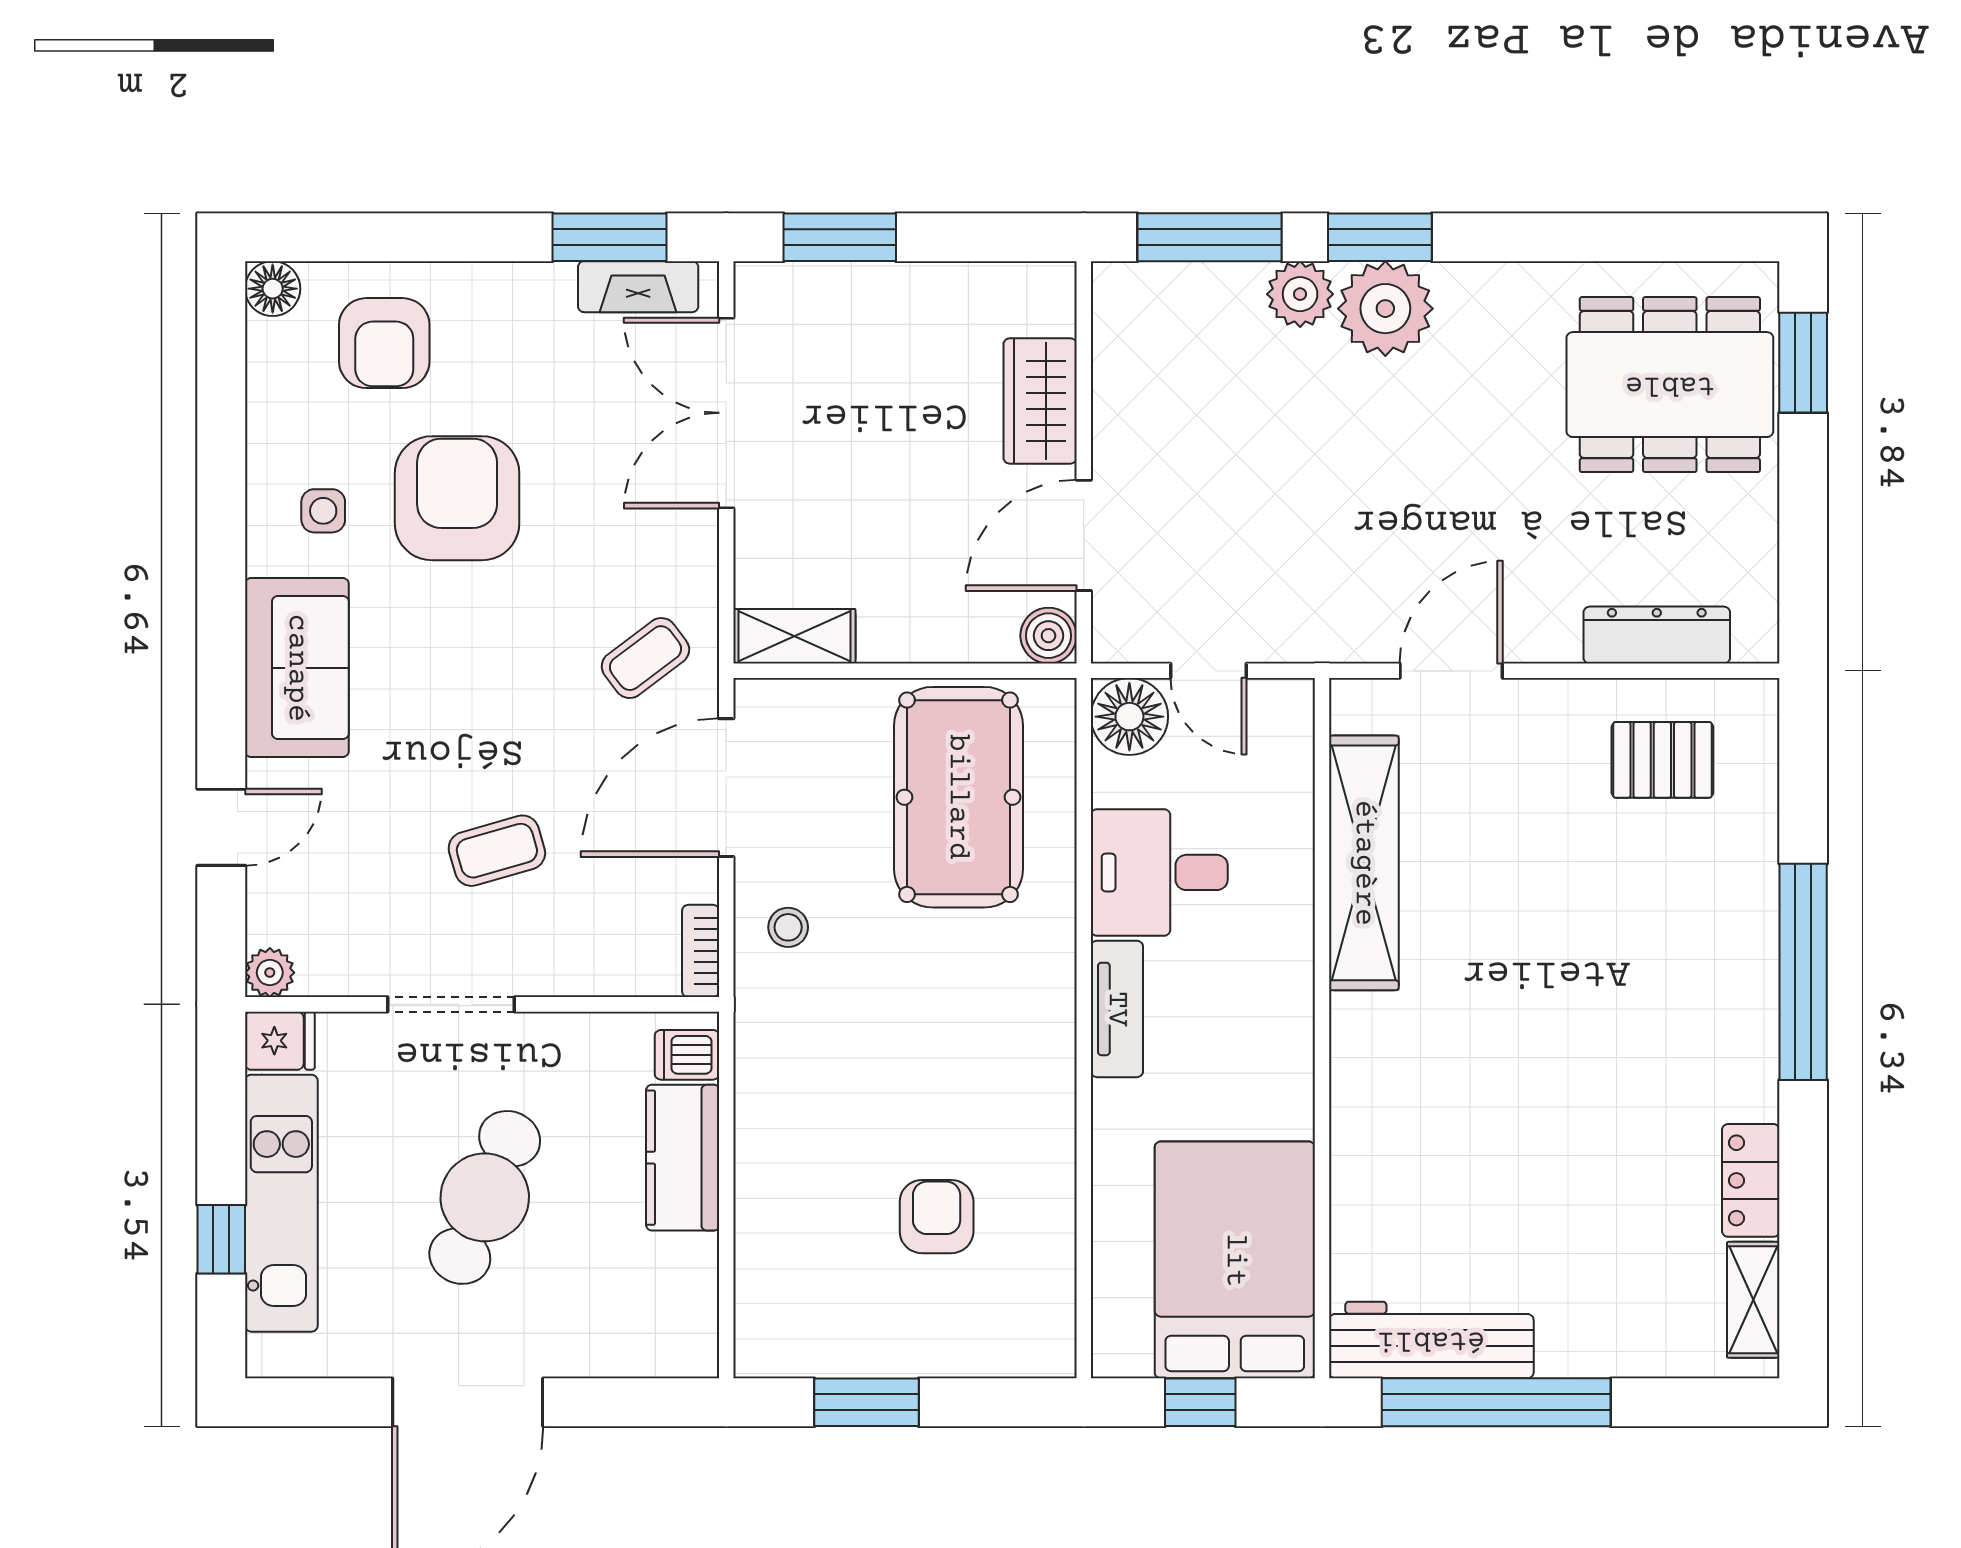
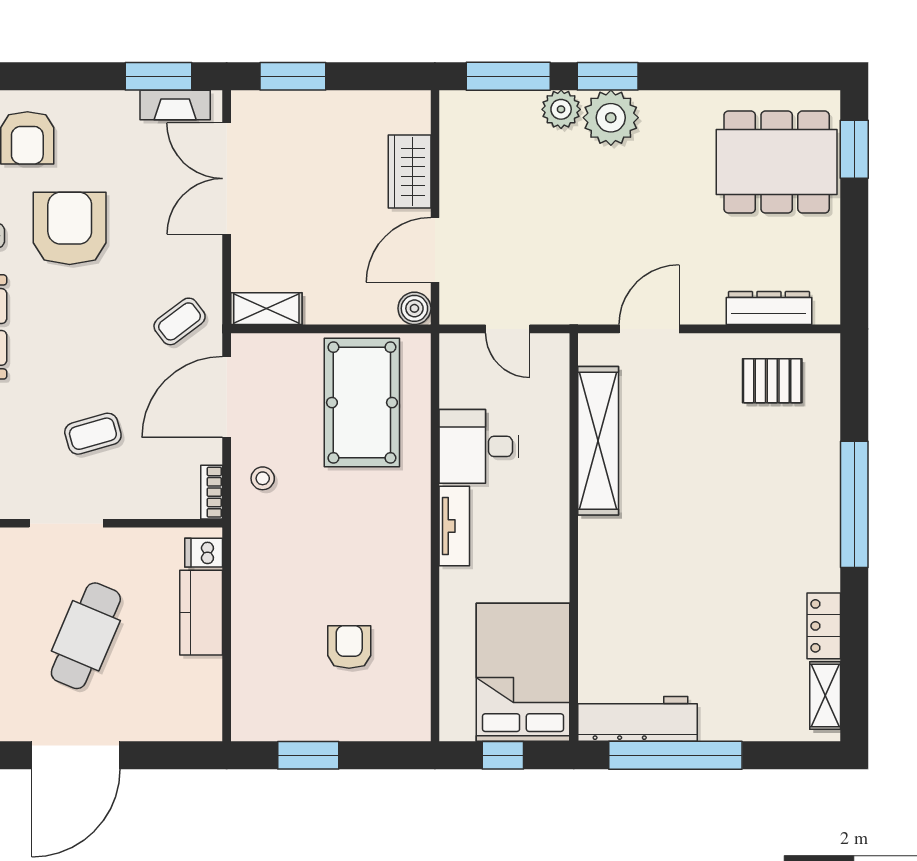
floor lamp: (1129, 717) -> (462, 356), removed

